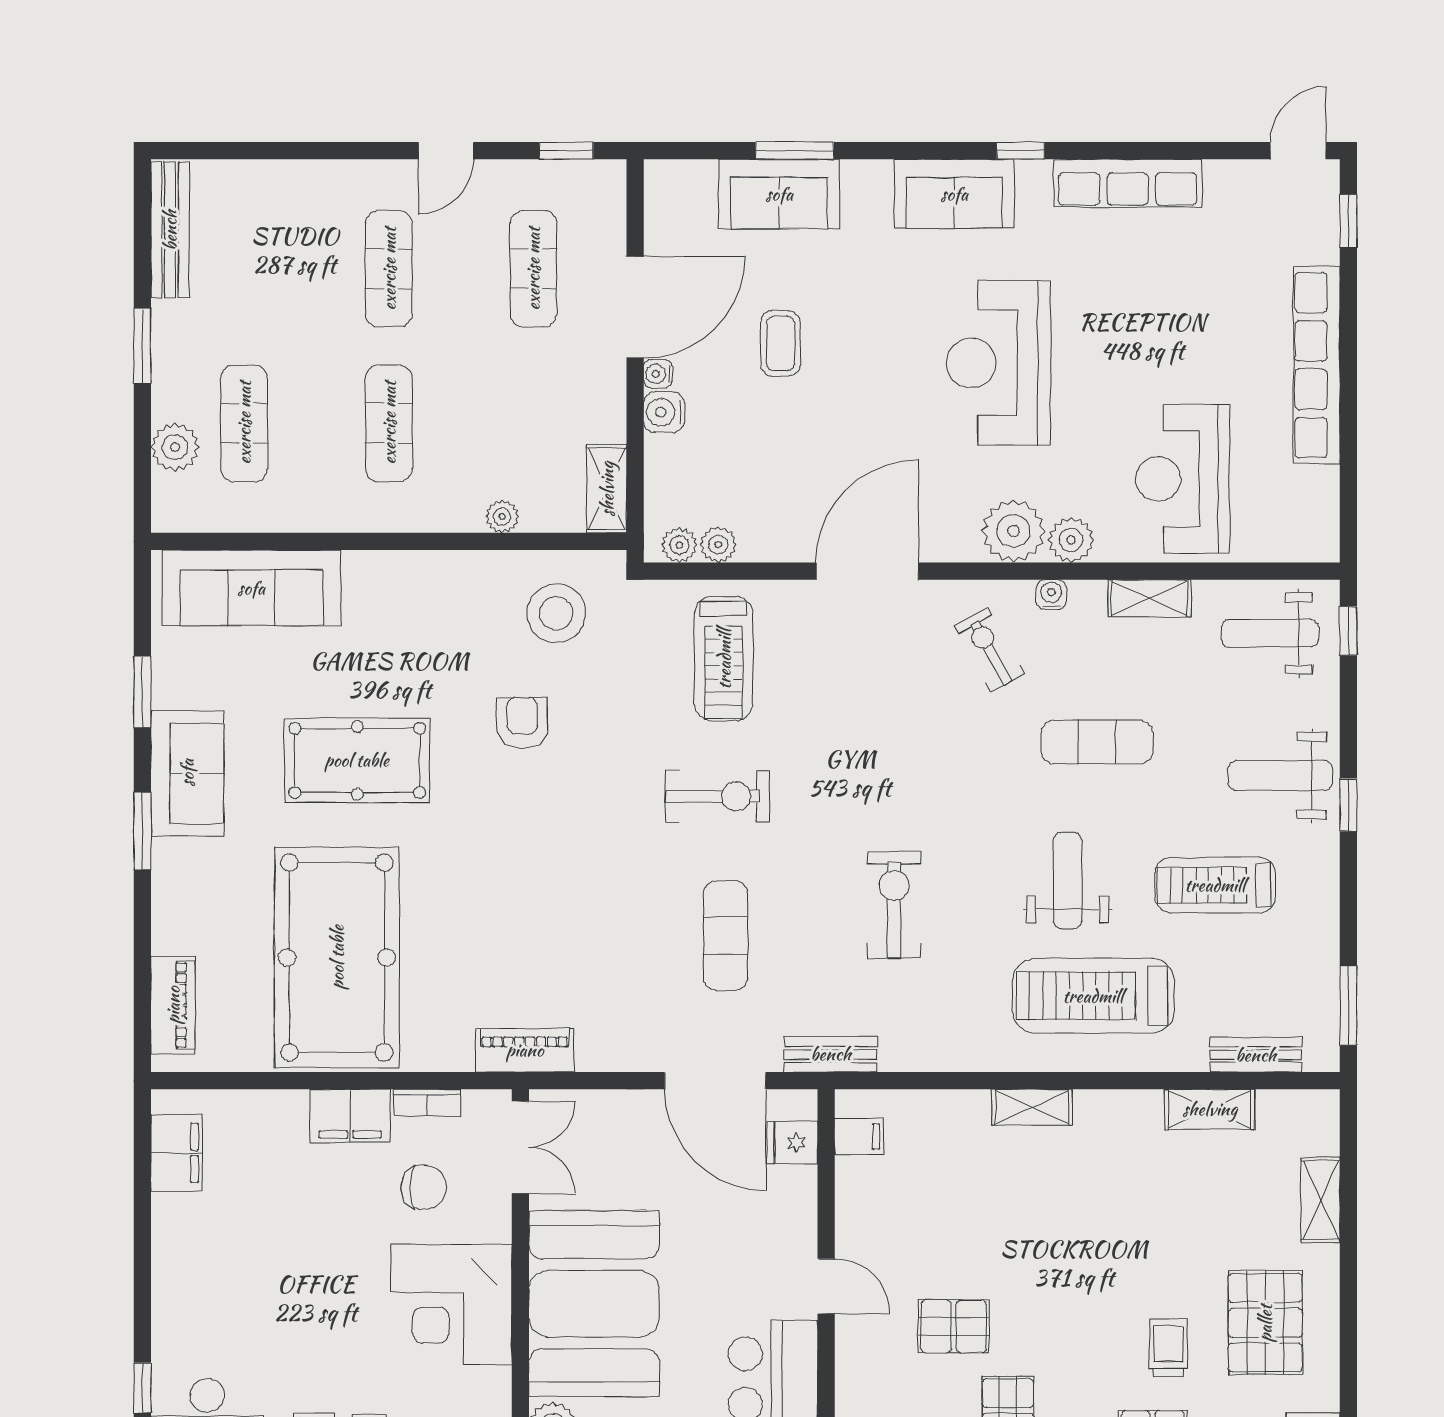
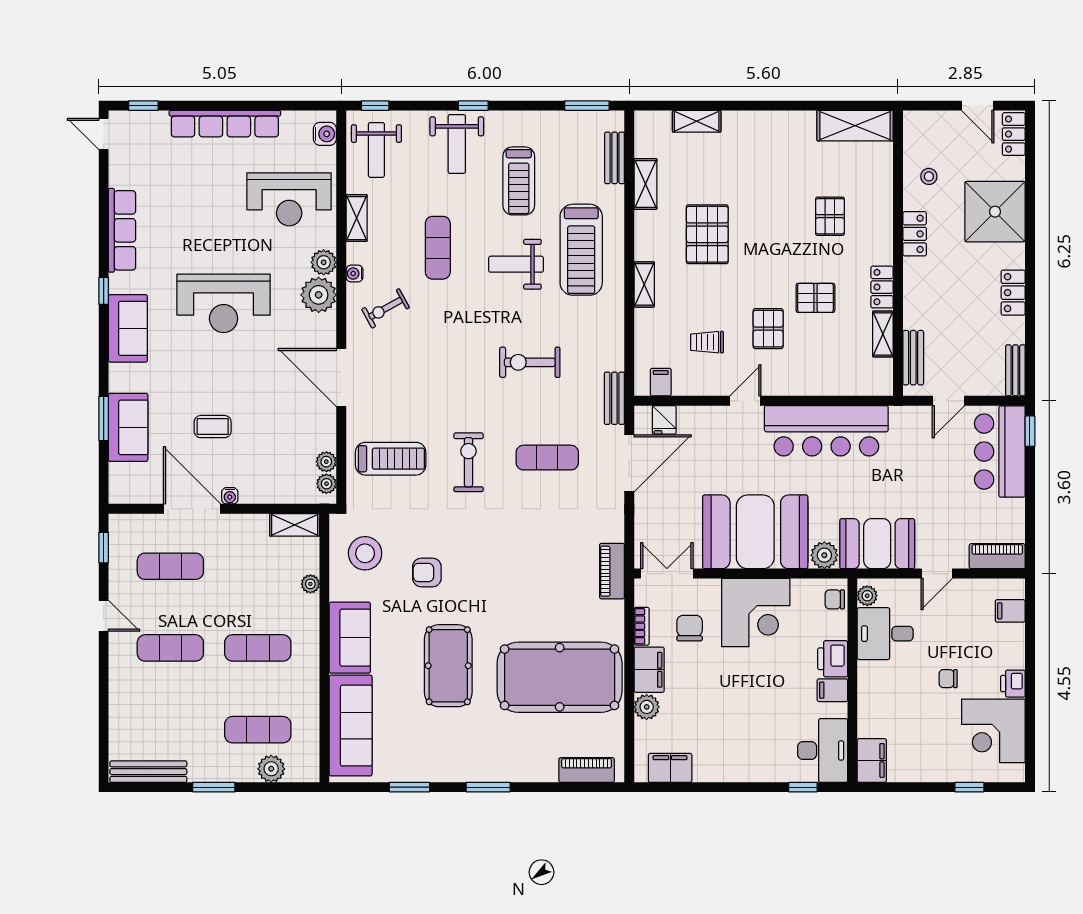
water cooler: (664, 412) -> (325, 134), moved, turned -90
sofa: (187, 773) -> (350, 638), moved, turned 90
plant: (284, 1112) -> (647, 707), added
pallet: (1265, 1323) -> (707, 234), moved, turned 90
trolley: (1169, 1348) -> (707, 342), moved

